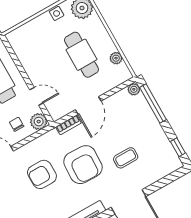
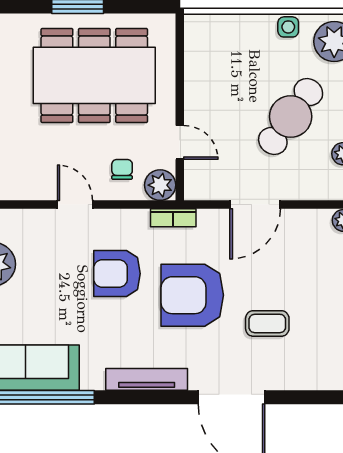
cafe table: (81, 55) -> (291, 117), turned 36
bookcase: (68, 125) -> (173, 218), moved
armchair: (83, 165) -> (192, 295), turned 88

